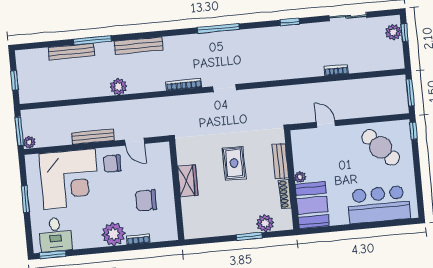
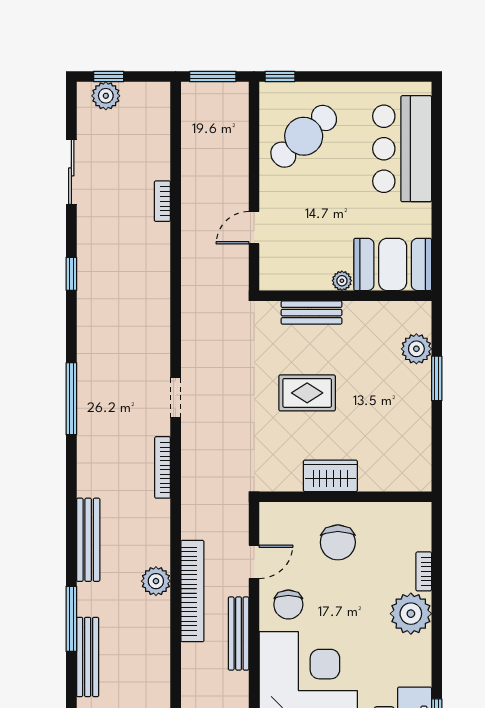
bookcase: (115, 108) -> (192, 591), added
shoe rack: (285, 194) -> (369, 310), removed
chair: (146, 200) -> (338, 542), moved

